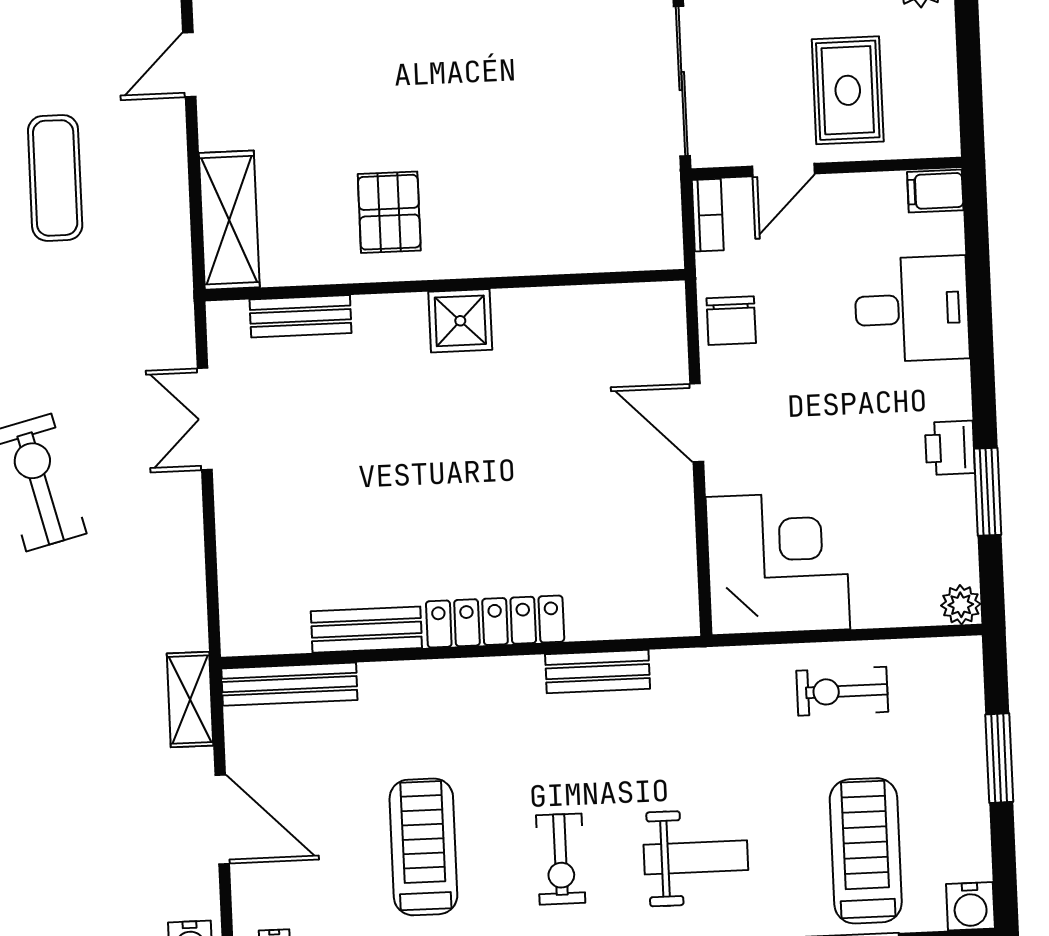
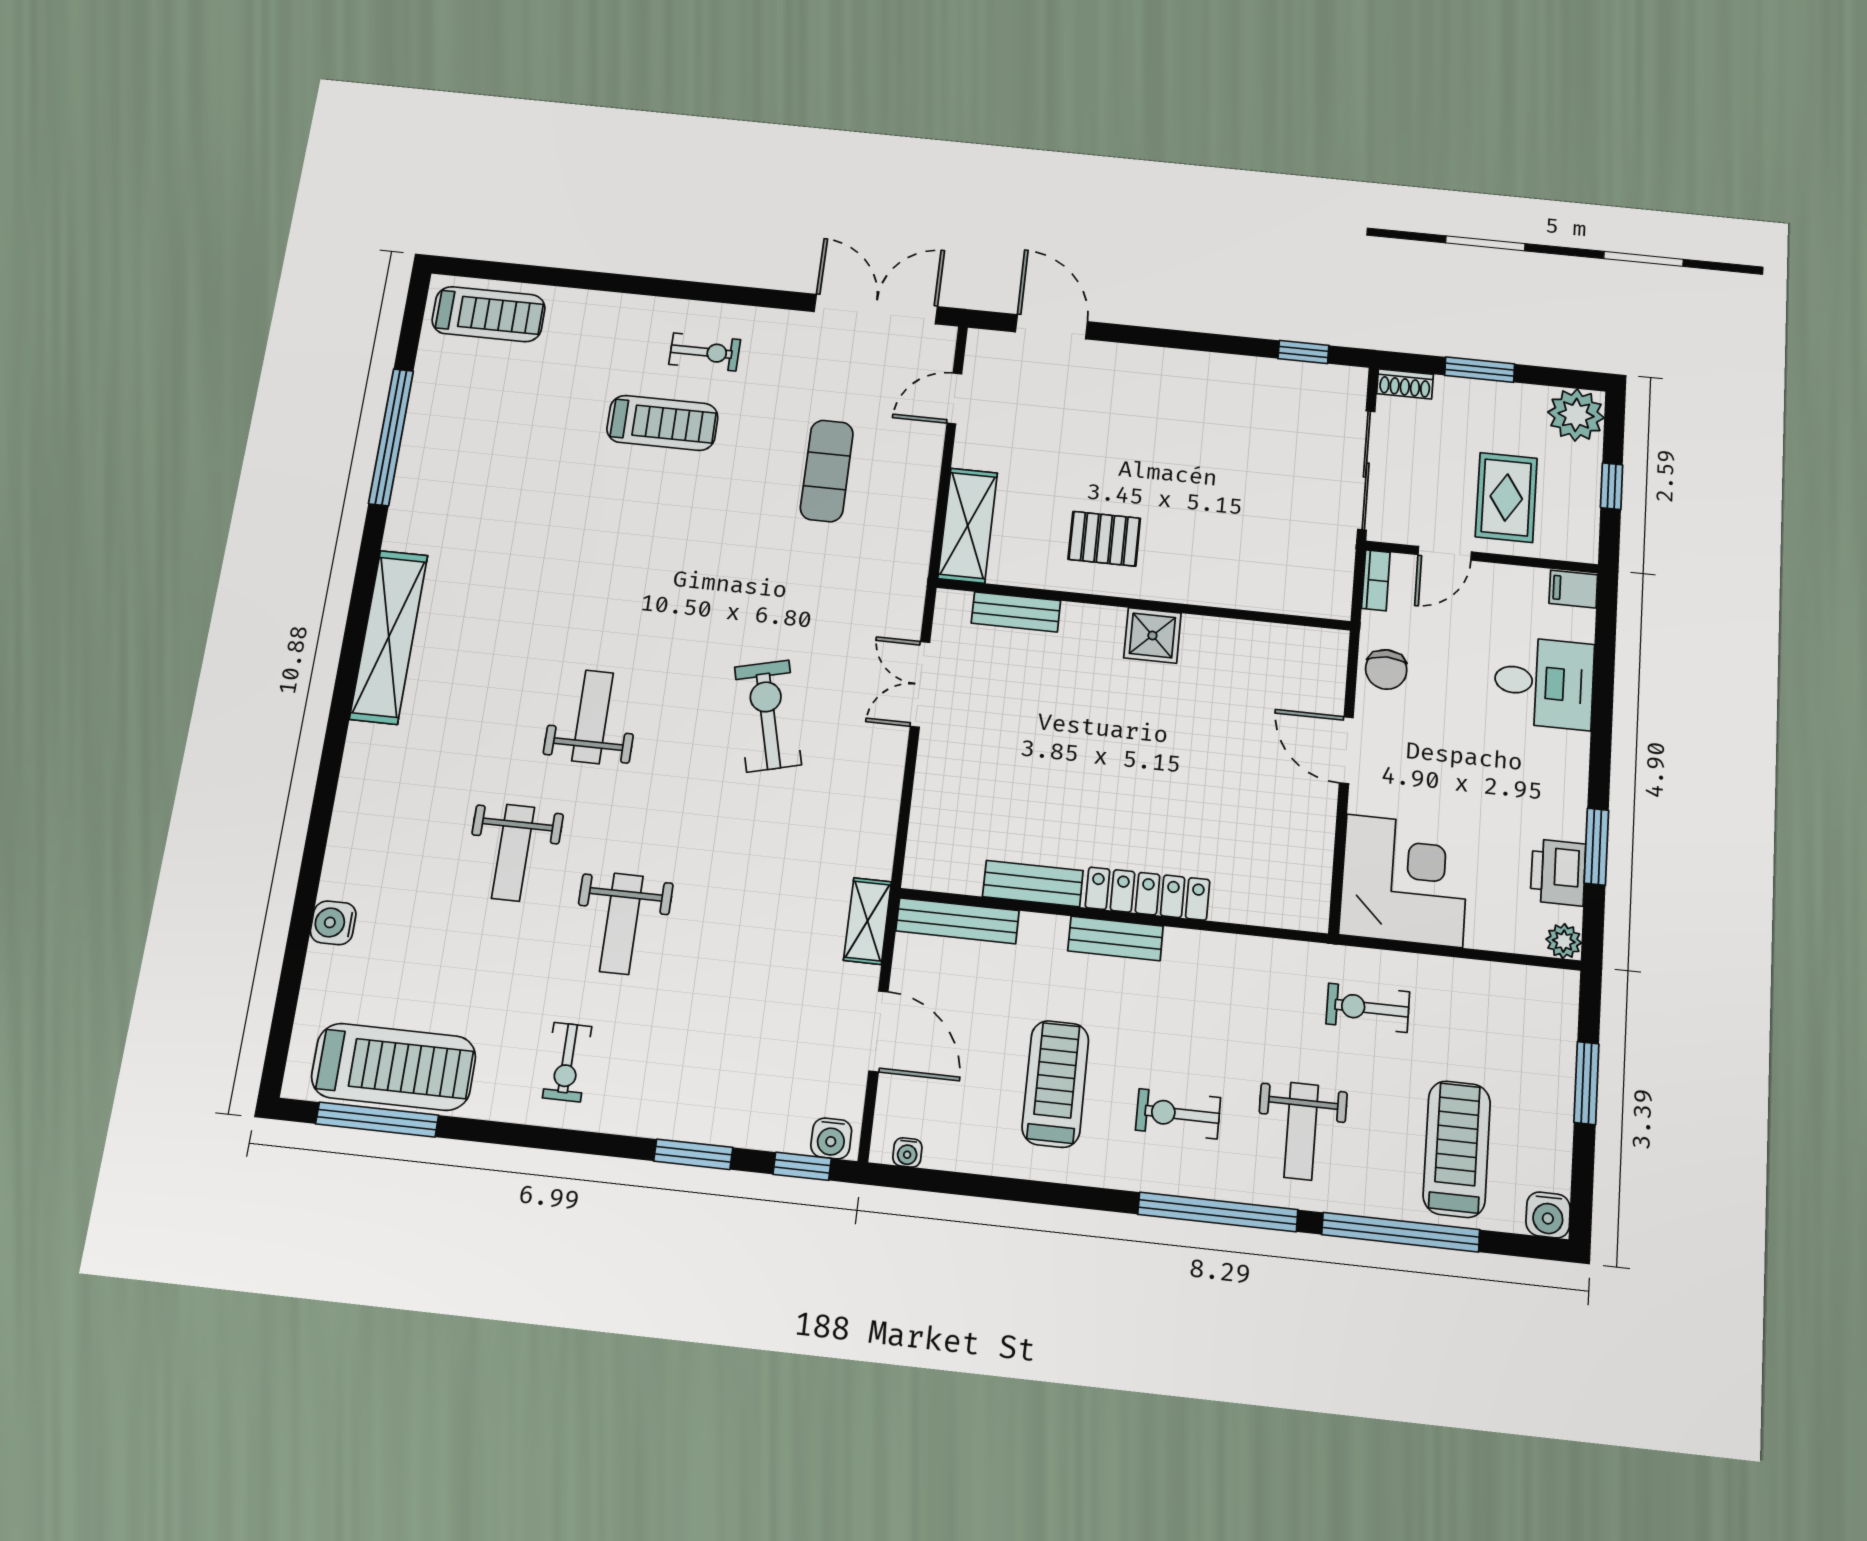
window: (969, 57) -> (1612, 486), added
pallet: (389, 212) -> (1104, 539), turned 90
printer: (950, 448) -> (1558, 872), moved, width x1.36, depth x1.24
bench: (598, 672) -> (1116, 938), moved
exercise bike: (842, 691) -> (1368, 1008), moved
weight bench: (696, 857) -> (1301, 1131), turned 90
exercise bike: (561, 859) -> (1178, 1114), turned 90

